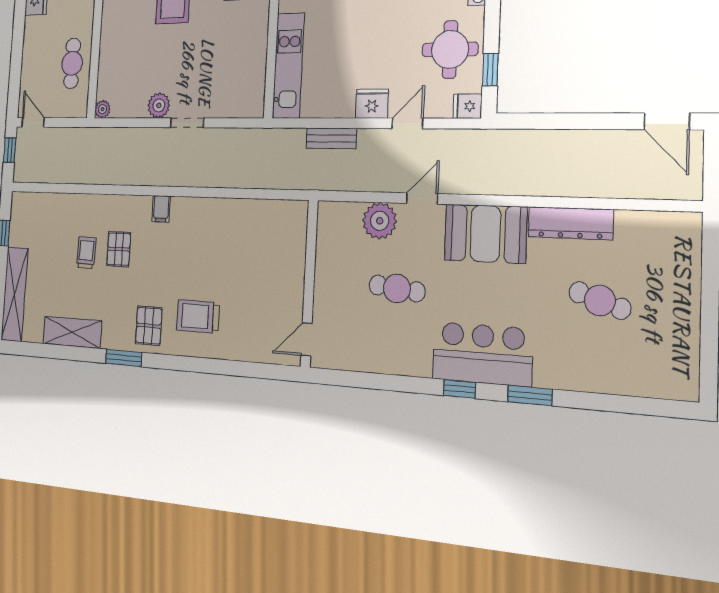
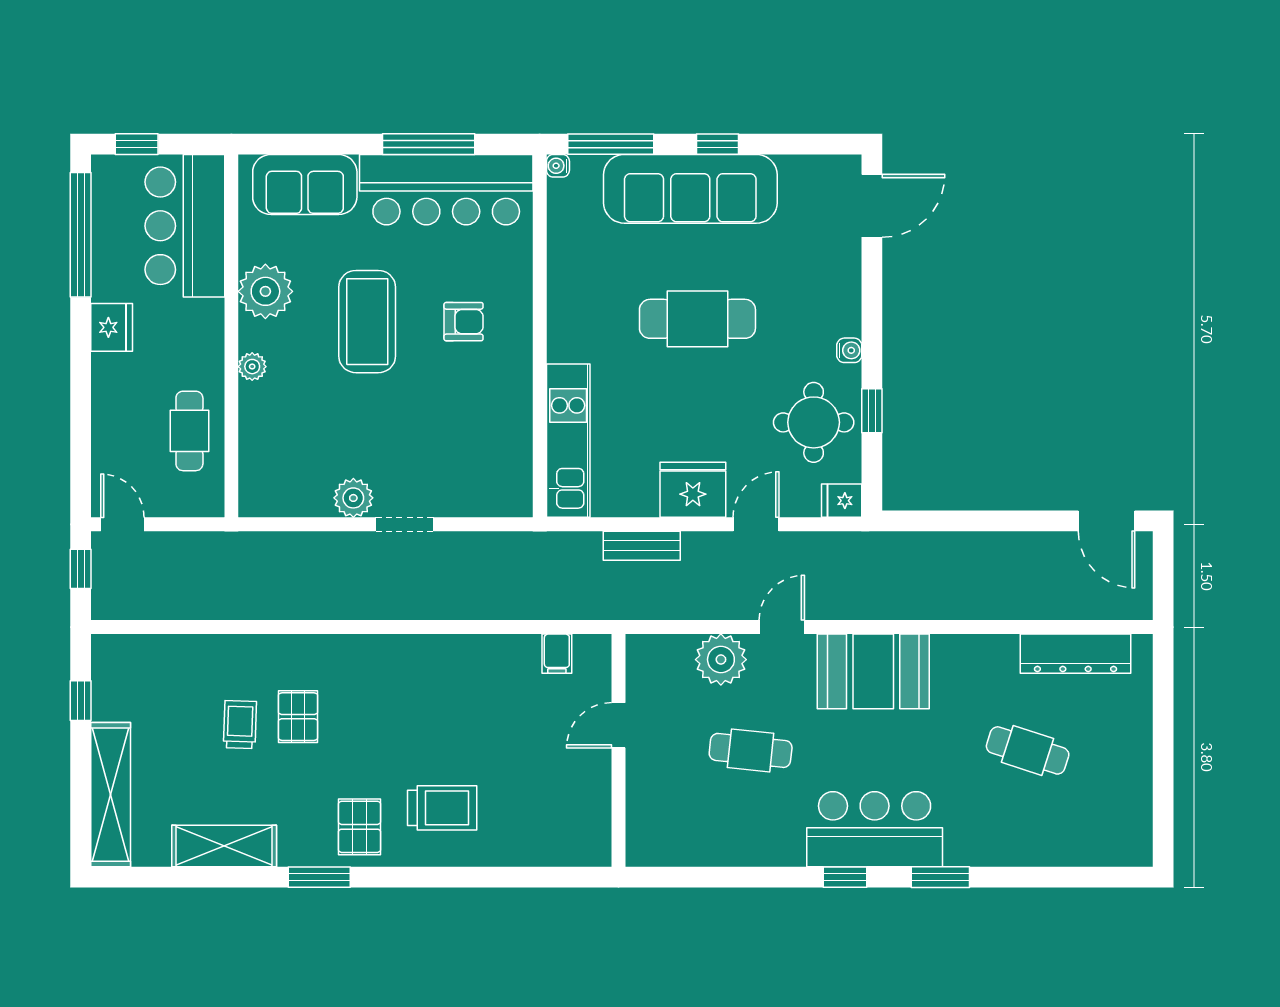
window: (490, 70) -> (872, 411), moved
fridge: (372, 104) -> (693, 490), width x1.36, depth x1.34
plant: (103, 109) -> (252, 367), moved
filing cabinet: (161, 209) -> (557, 654), moved
dresser: (570, 223) -> (1076, 654), moved
trolley: (198, 316) -> (442, 808), turned 180
door: (306, 339) -> (618, 725), moved

